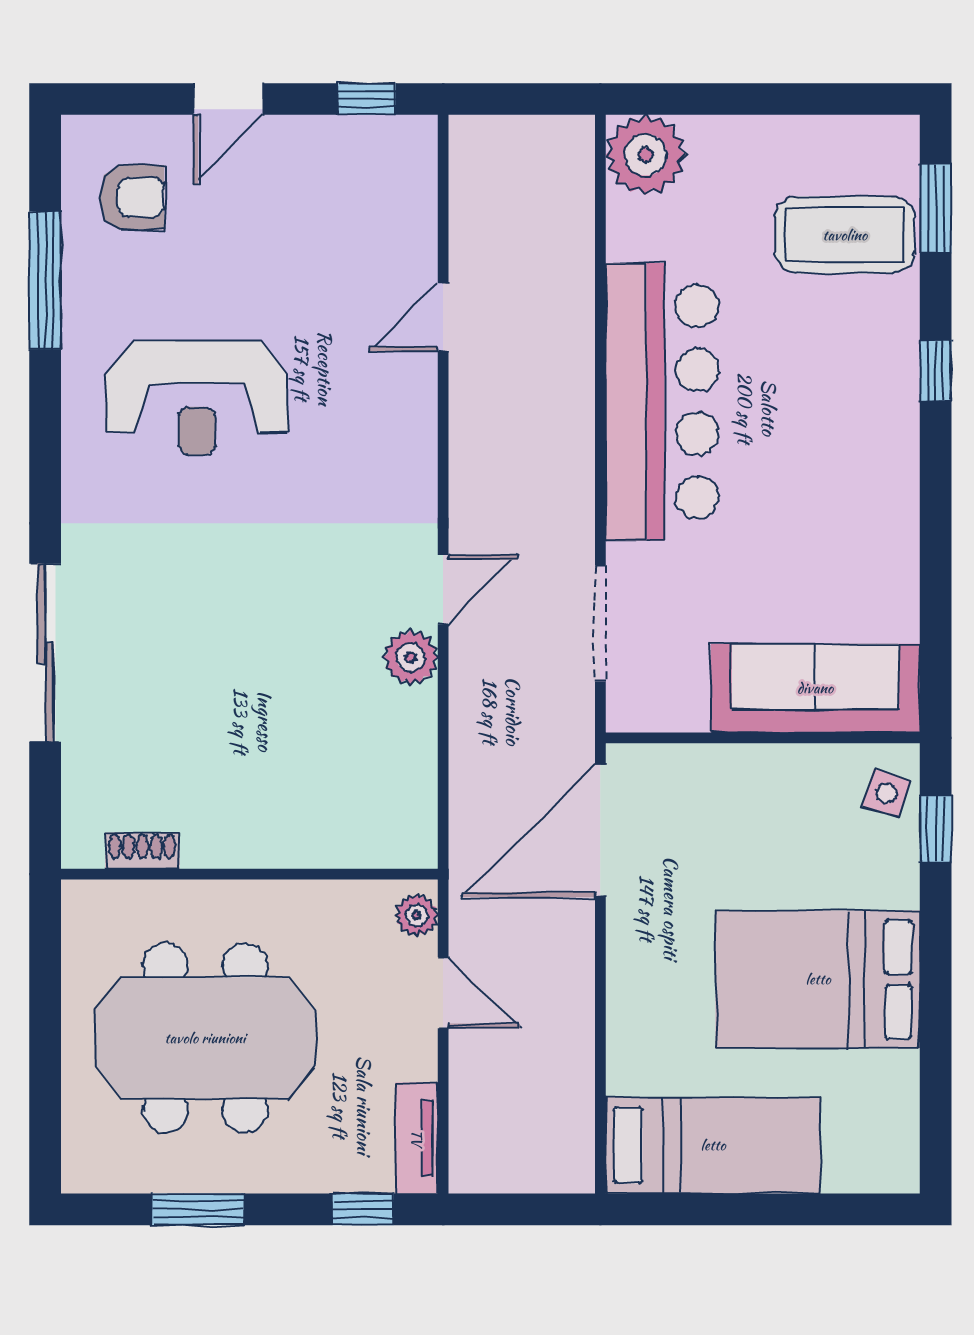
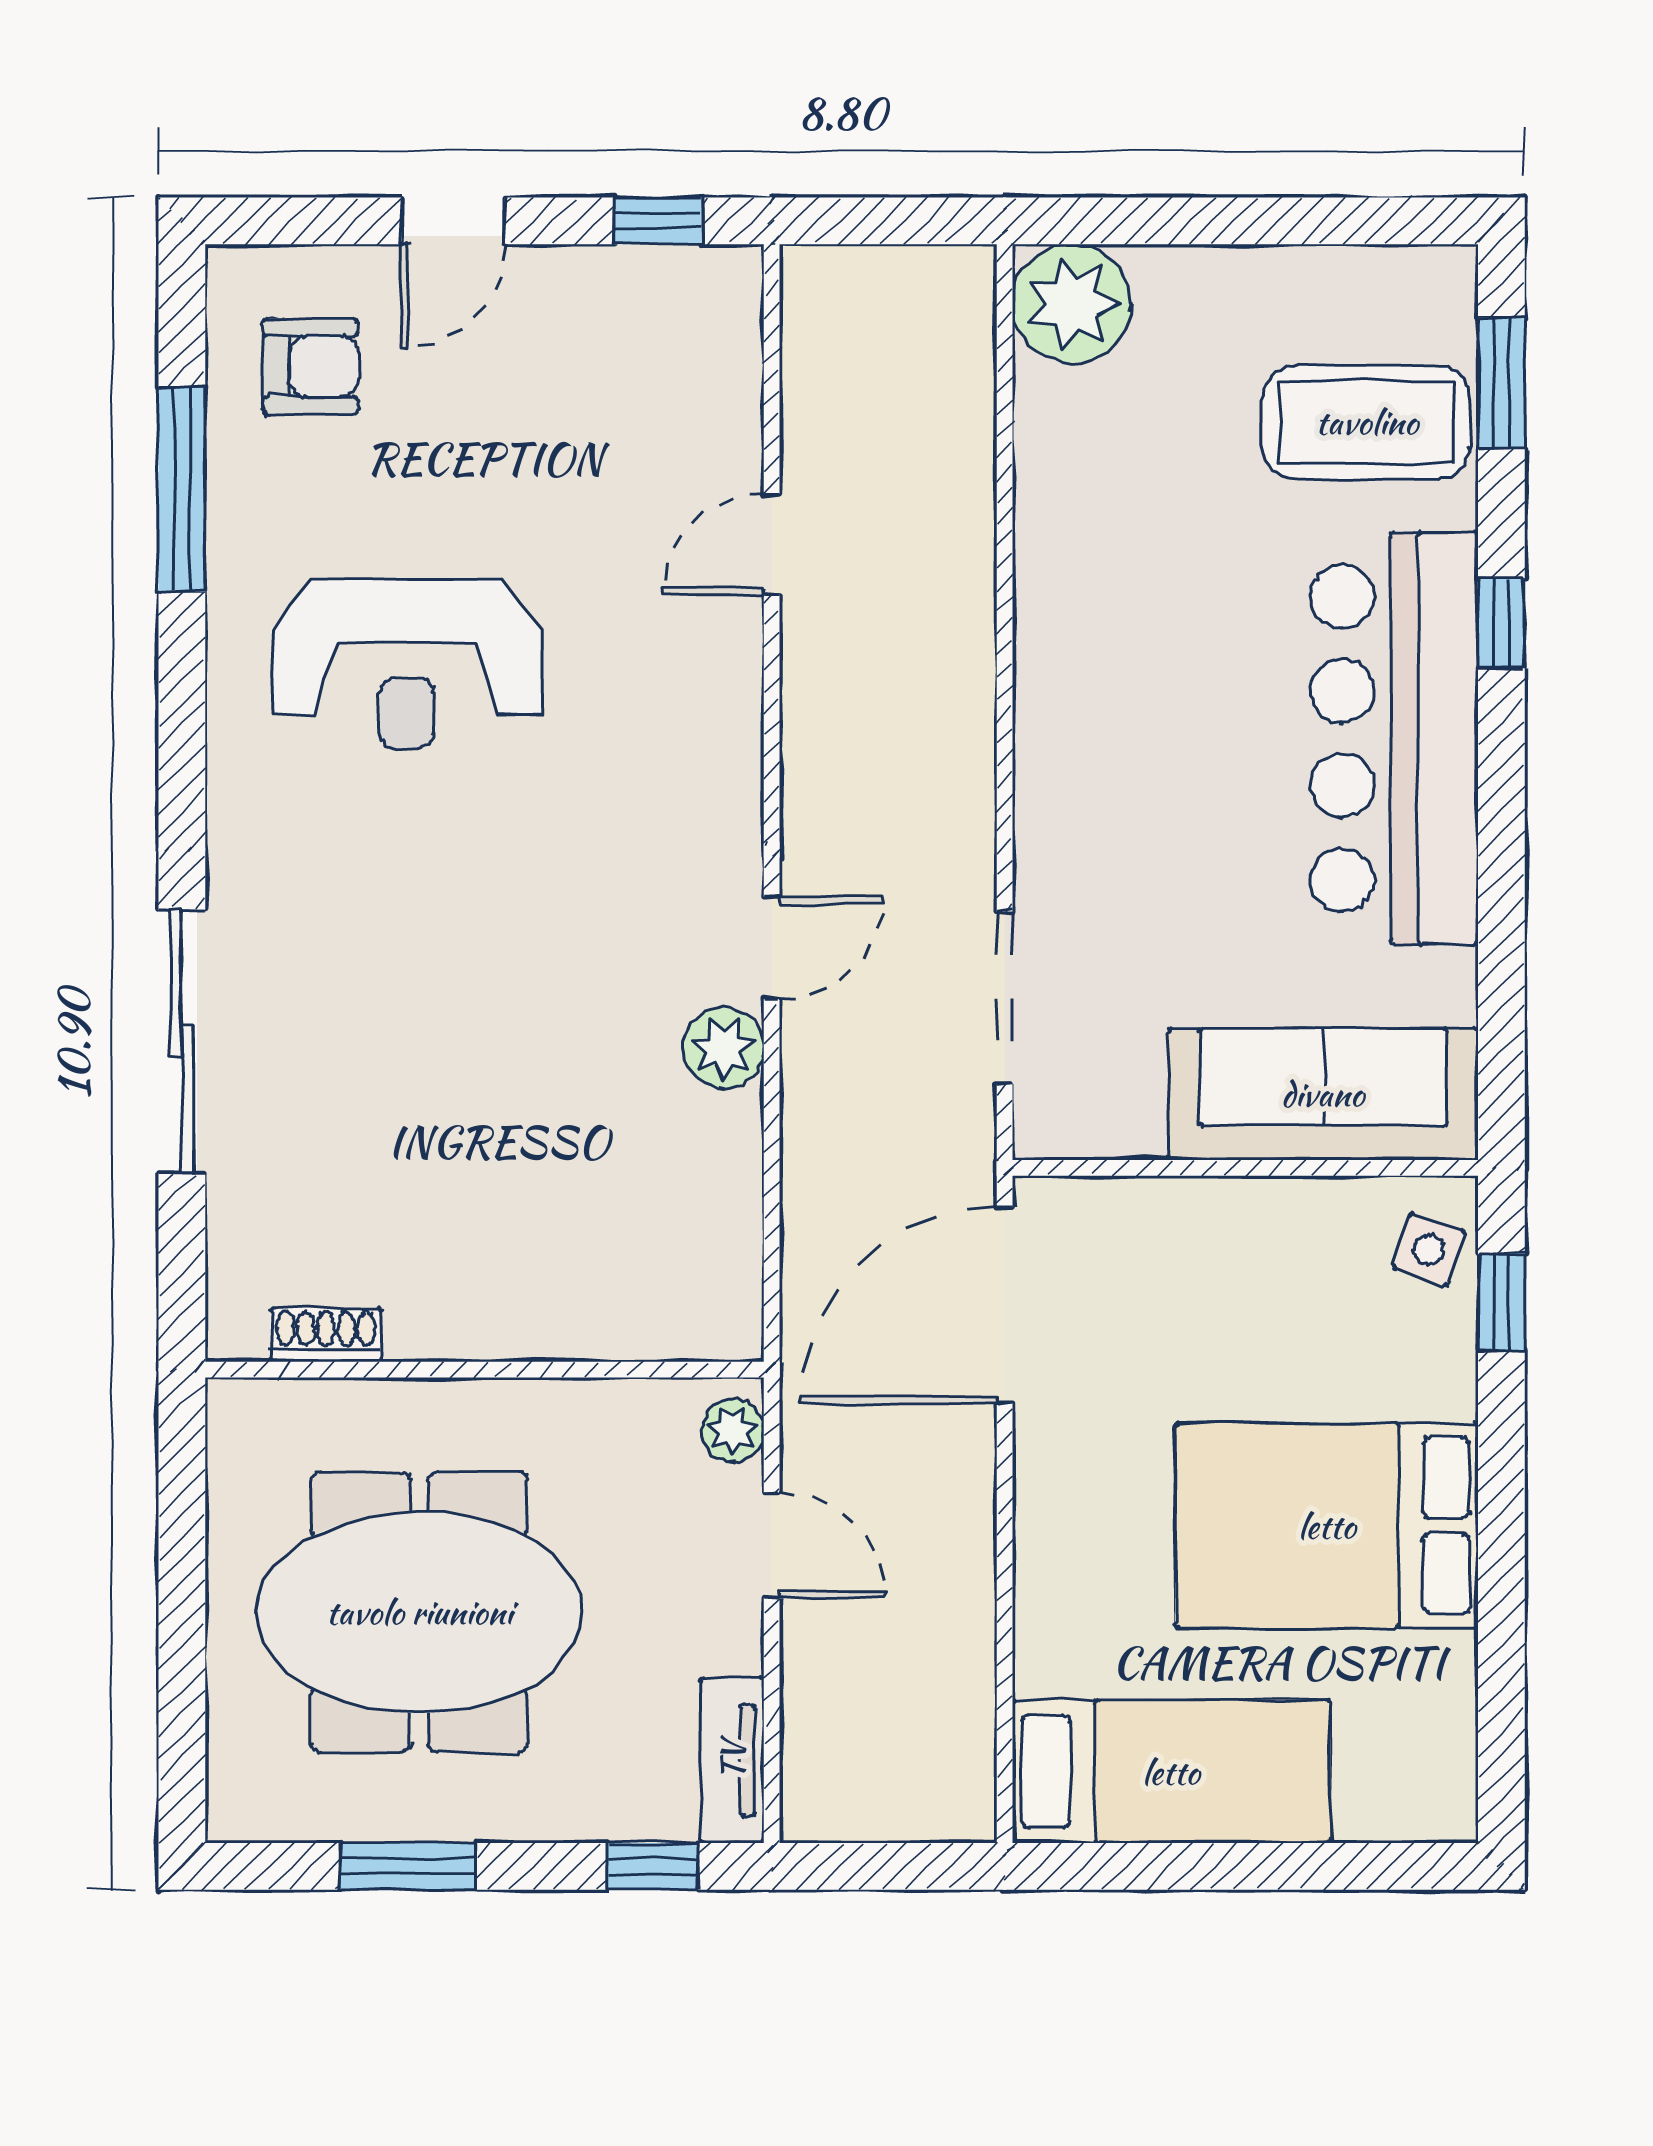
bar counter: (662, 402) -> (1394, 738), moved, turned 180

